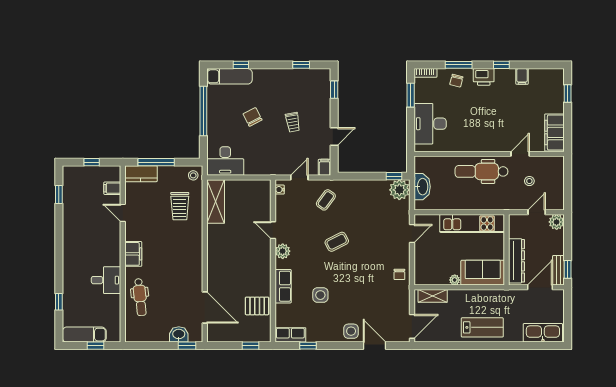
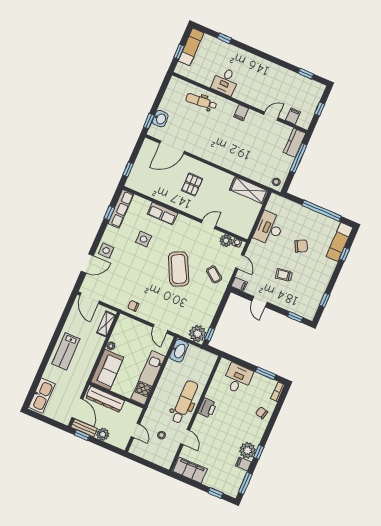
window: (459, 65) -> (245, 483), moved
printer: (484, 77) -> (207, 408), moved, turned 180
plant: (505, 78) -> (247, 450), added
desk: (430, 124) -> (238, 379), width x0.73
desk: (225, 161) -> (269, 228), moved
washbasin: (422, 187) -> (179, 351), moved, turned -90
trolley: (180, 206) -> (257, 162), removed
plant: (557, 222) -> (103, 434), moved
coffee table: (337, 242) -> (179, 269), width x1.86, depth x1.72
plant: (283, 251) -> (226, 241), moved
filing cabinet: (133, 254) -> (241, 113), width x0.50
pallet: (257, 306) -> (192, 184), moved
row of seats: (290, 335) -> (121, 209), width x1.48

